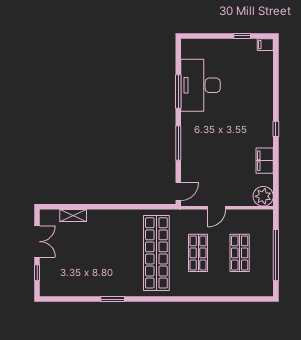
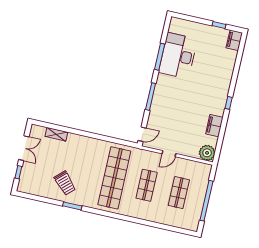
filing cabinet: (265, 45) -> (234, 40), width x2.00
trolley: (97, 273) -> (65, 183), added

